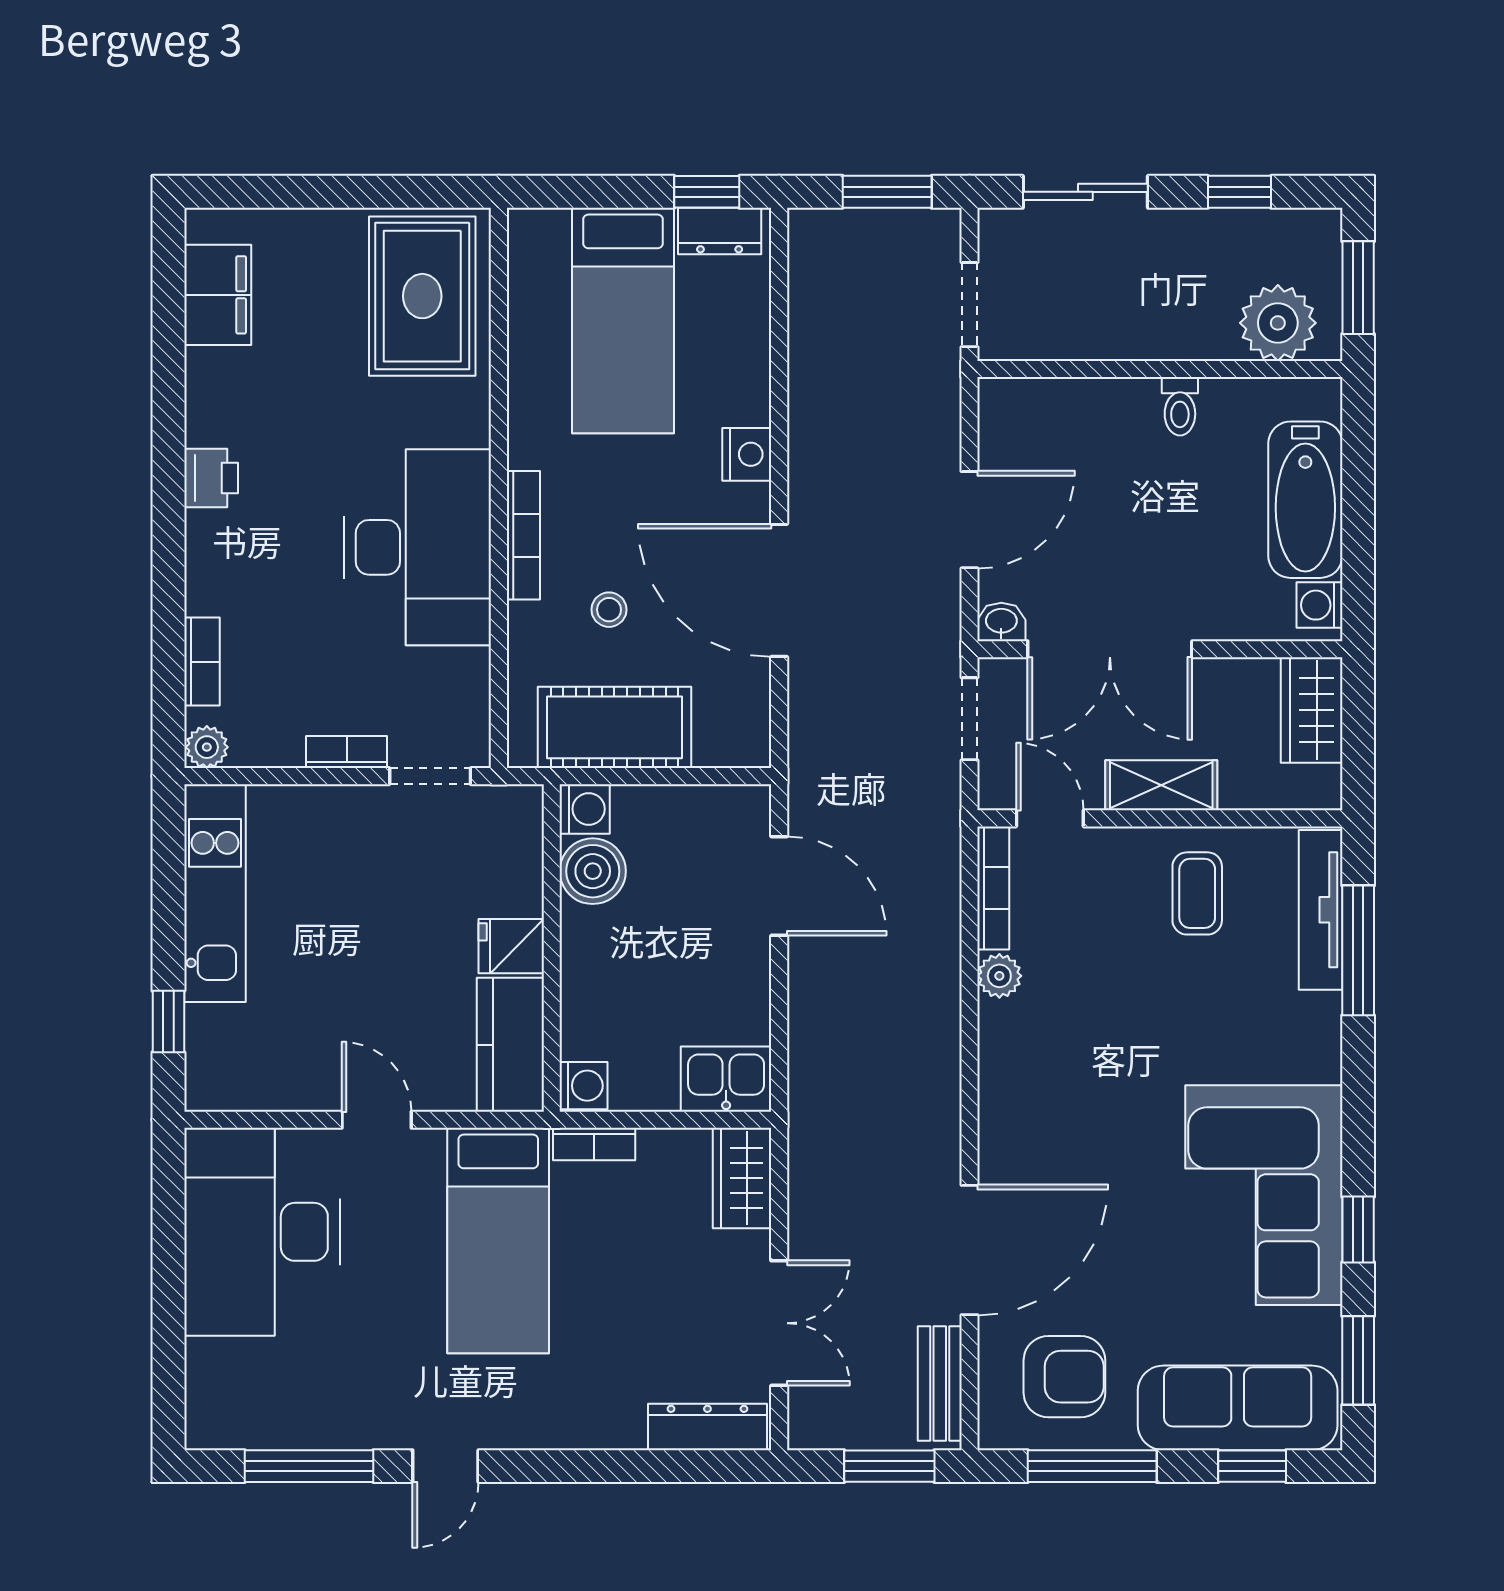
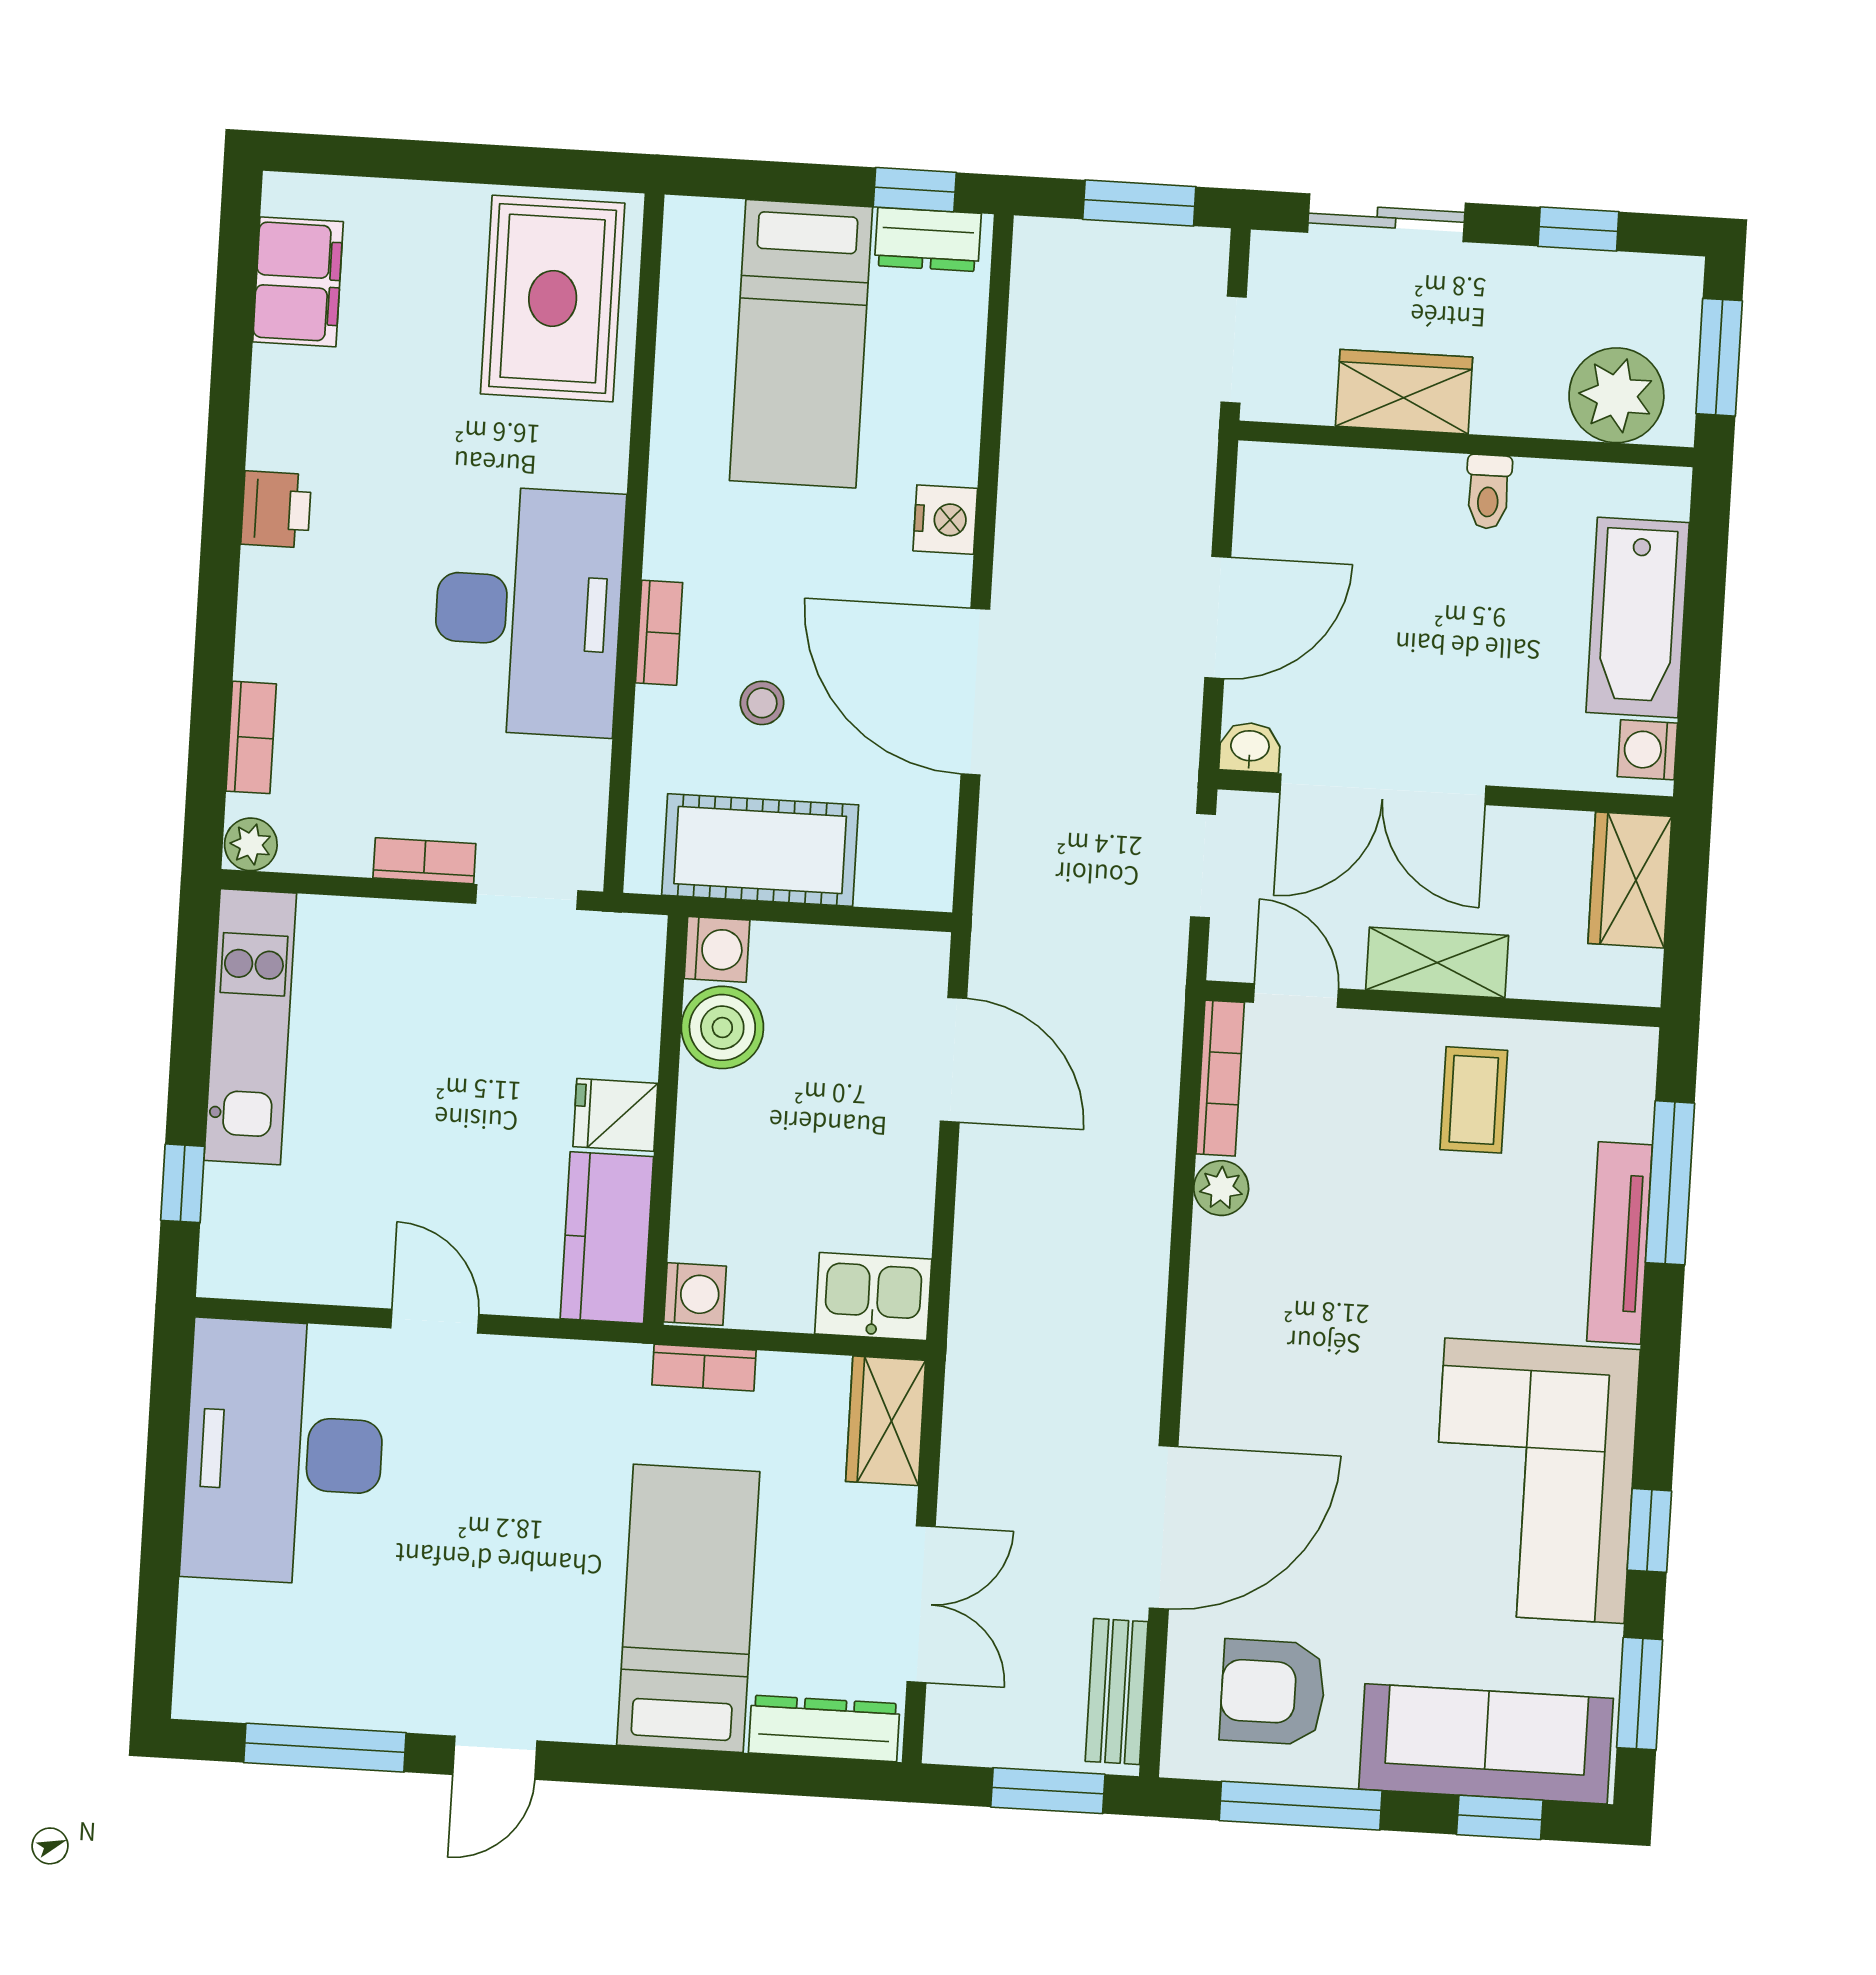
wardrobe: (1108, 330) -> (1404, 392), added
bookcase: (523, 535) -> (659, 633), width x0.64
tv unit: (1321, 910) -> (1620, 1243), moved
bed: (498, 1241) -> (688, 1608), moved, turned 180
armchair: (1064, 1377) -> (1273, 1692), turned 180

